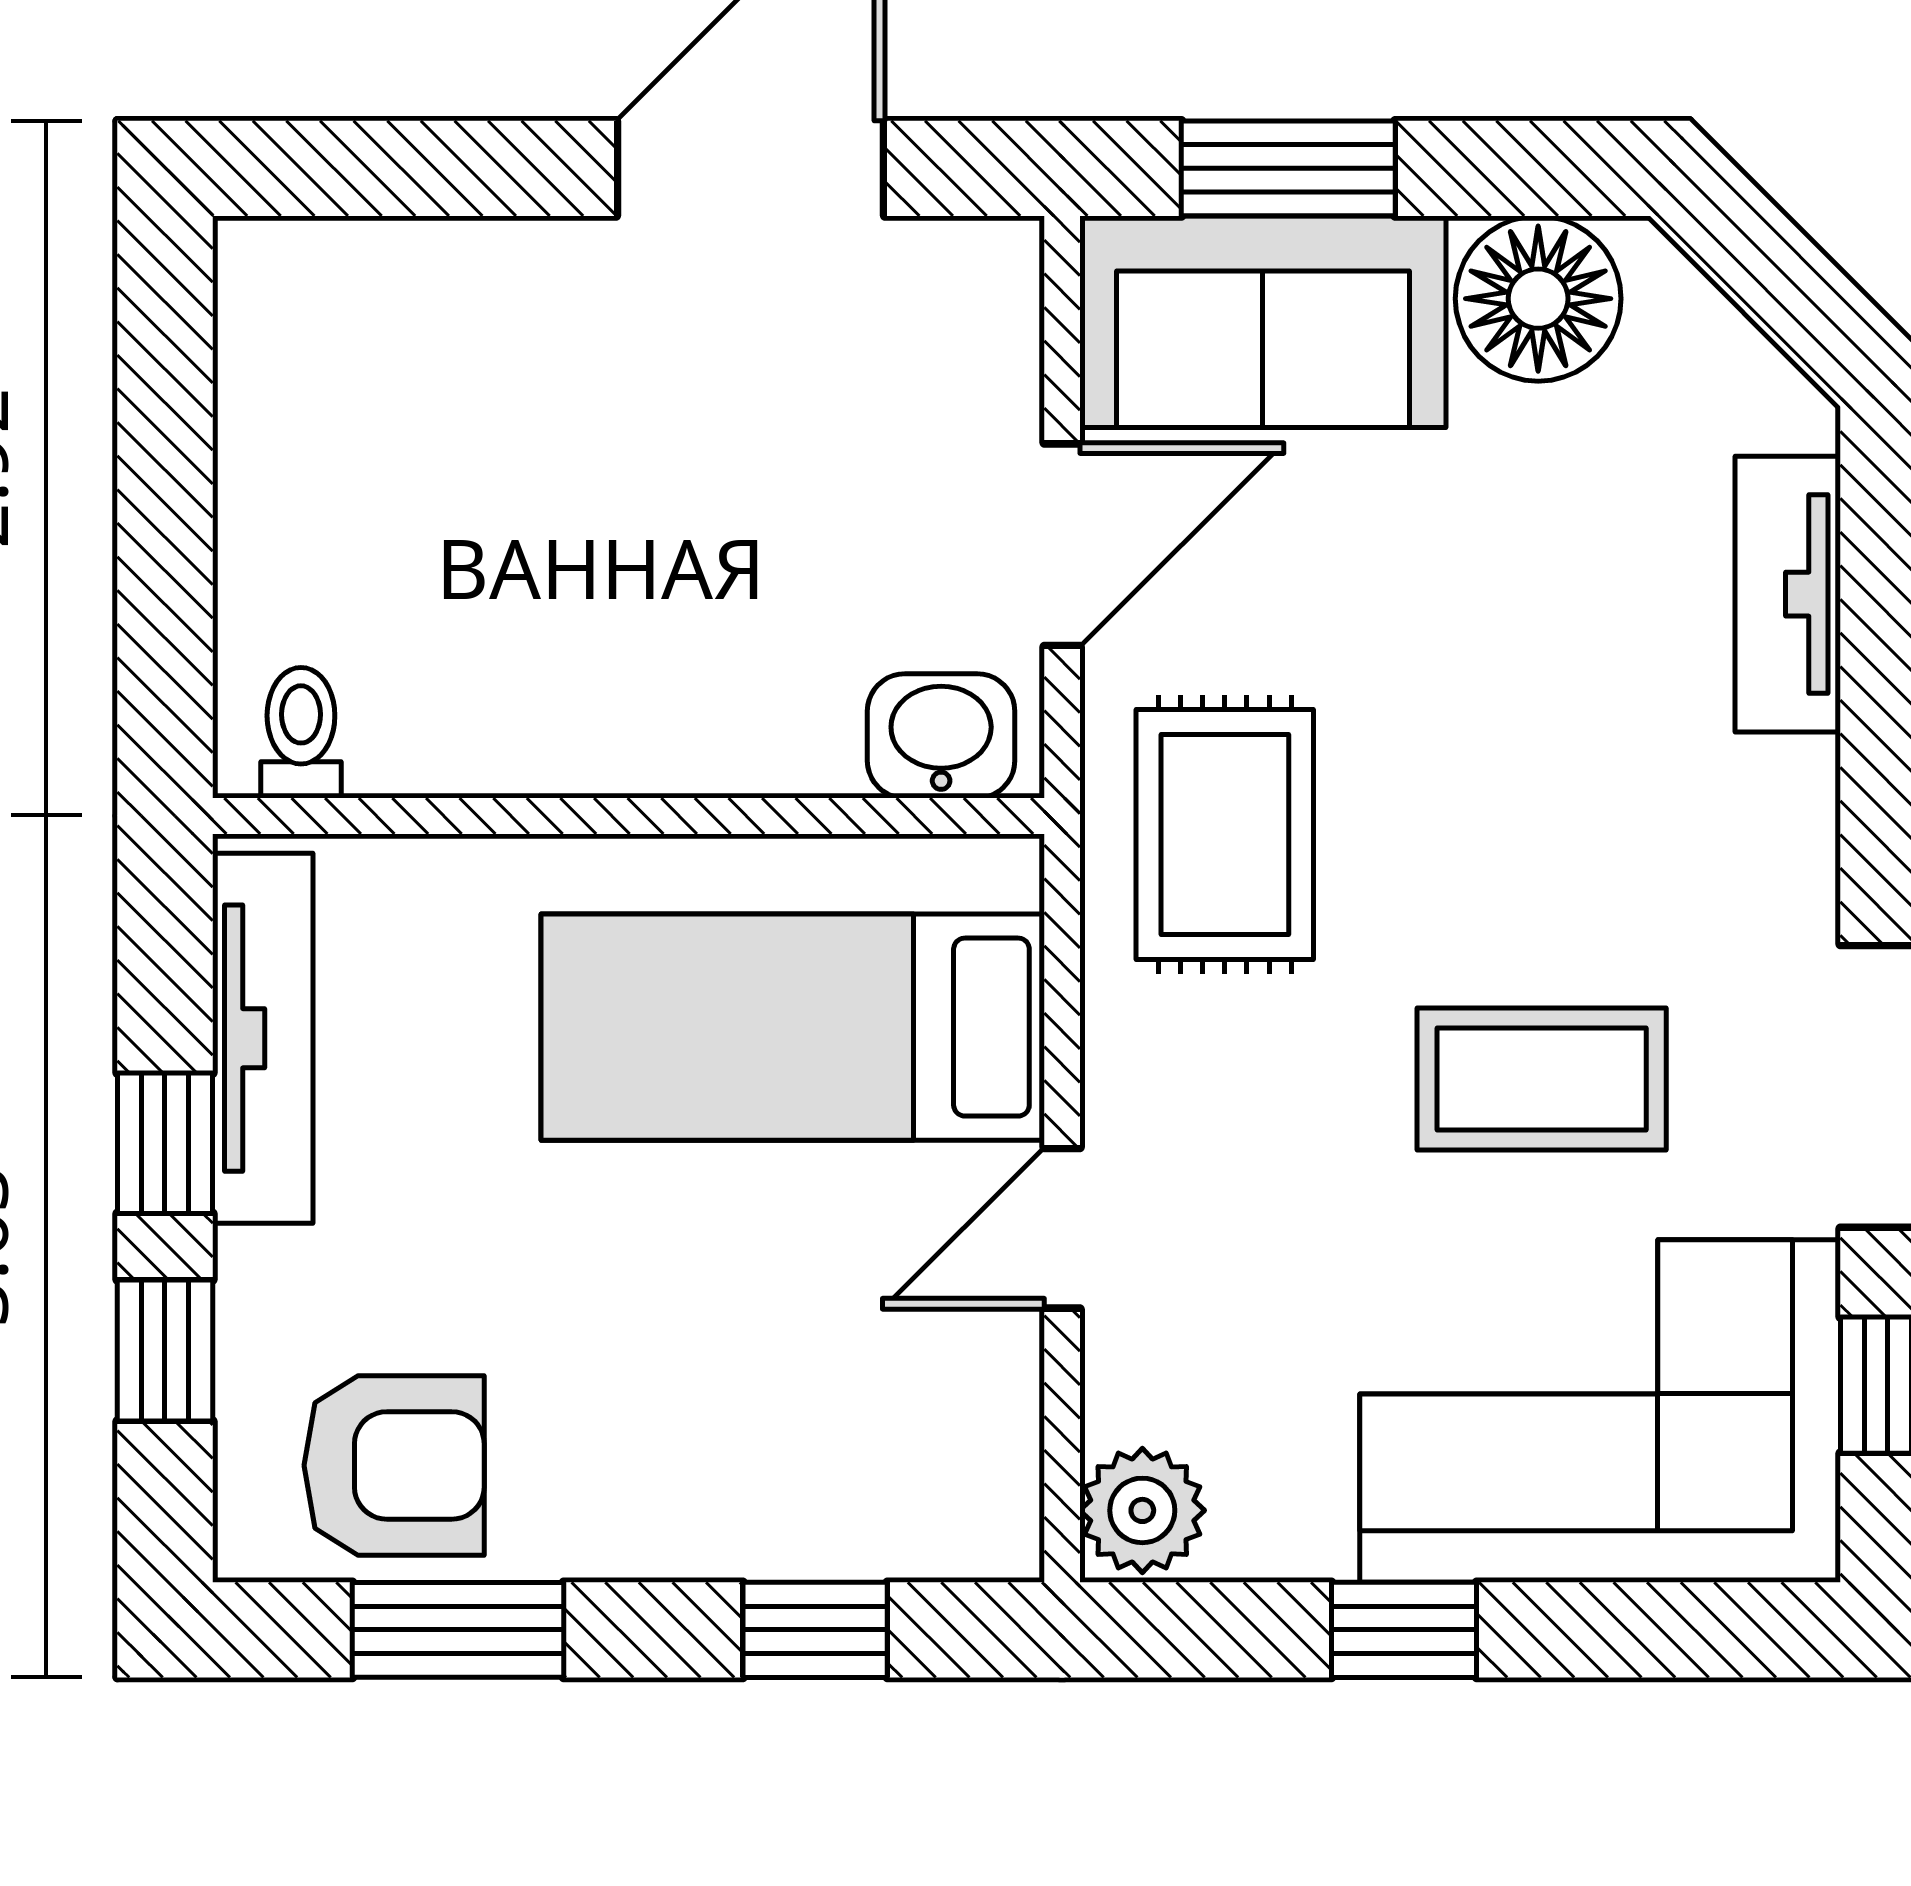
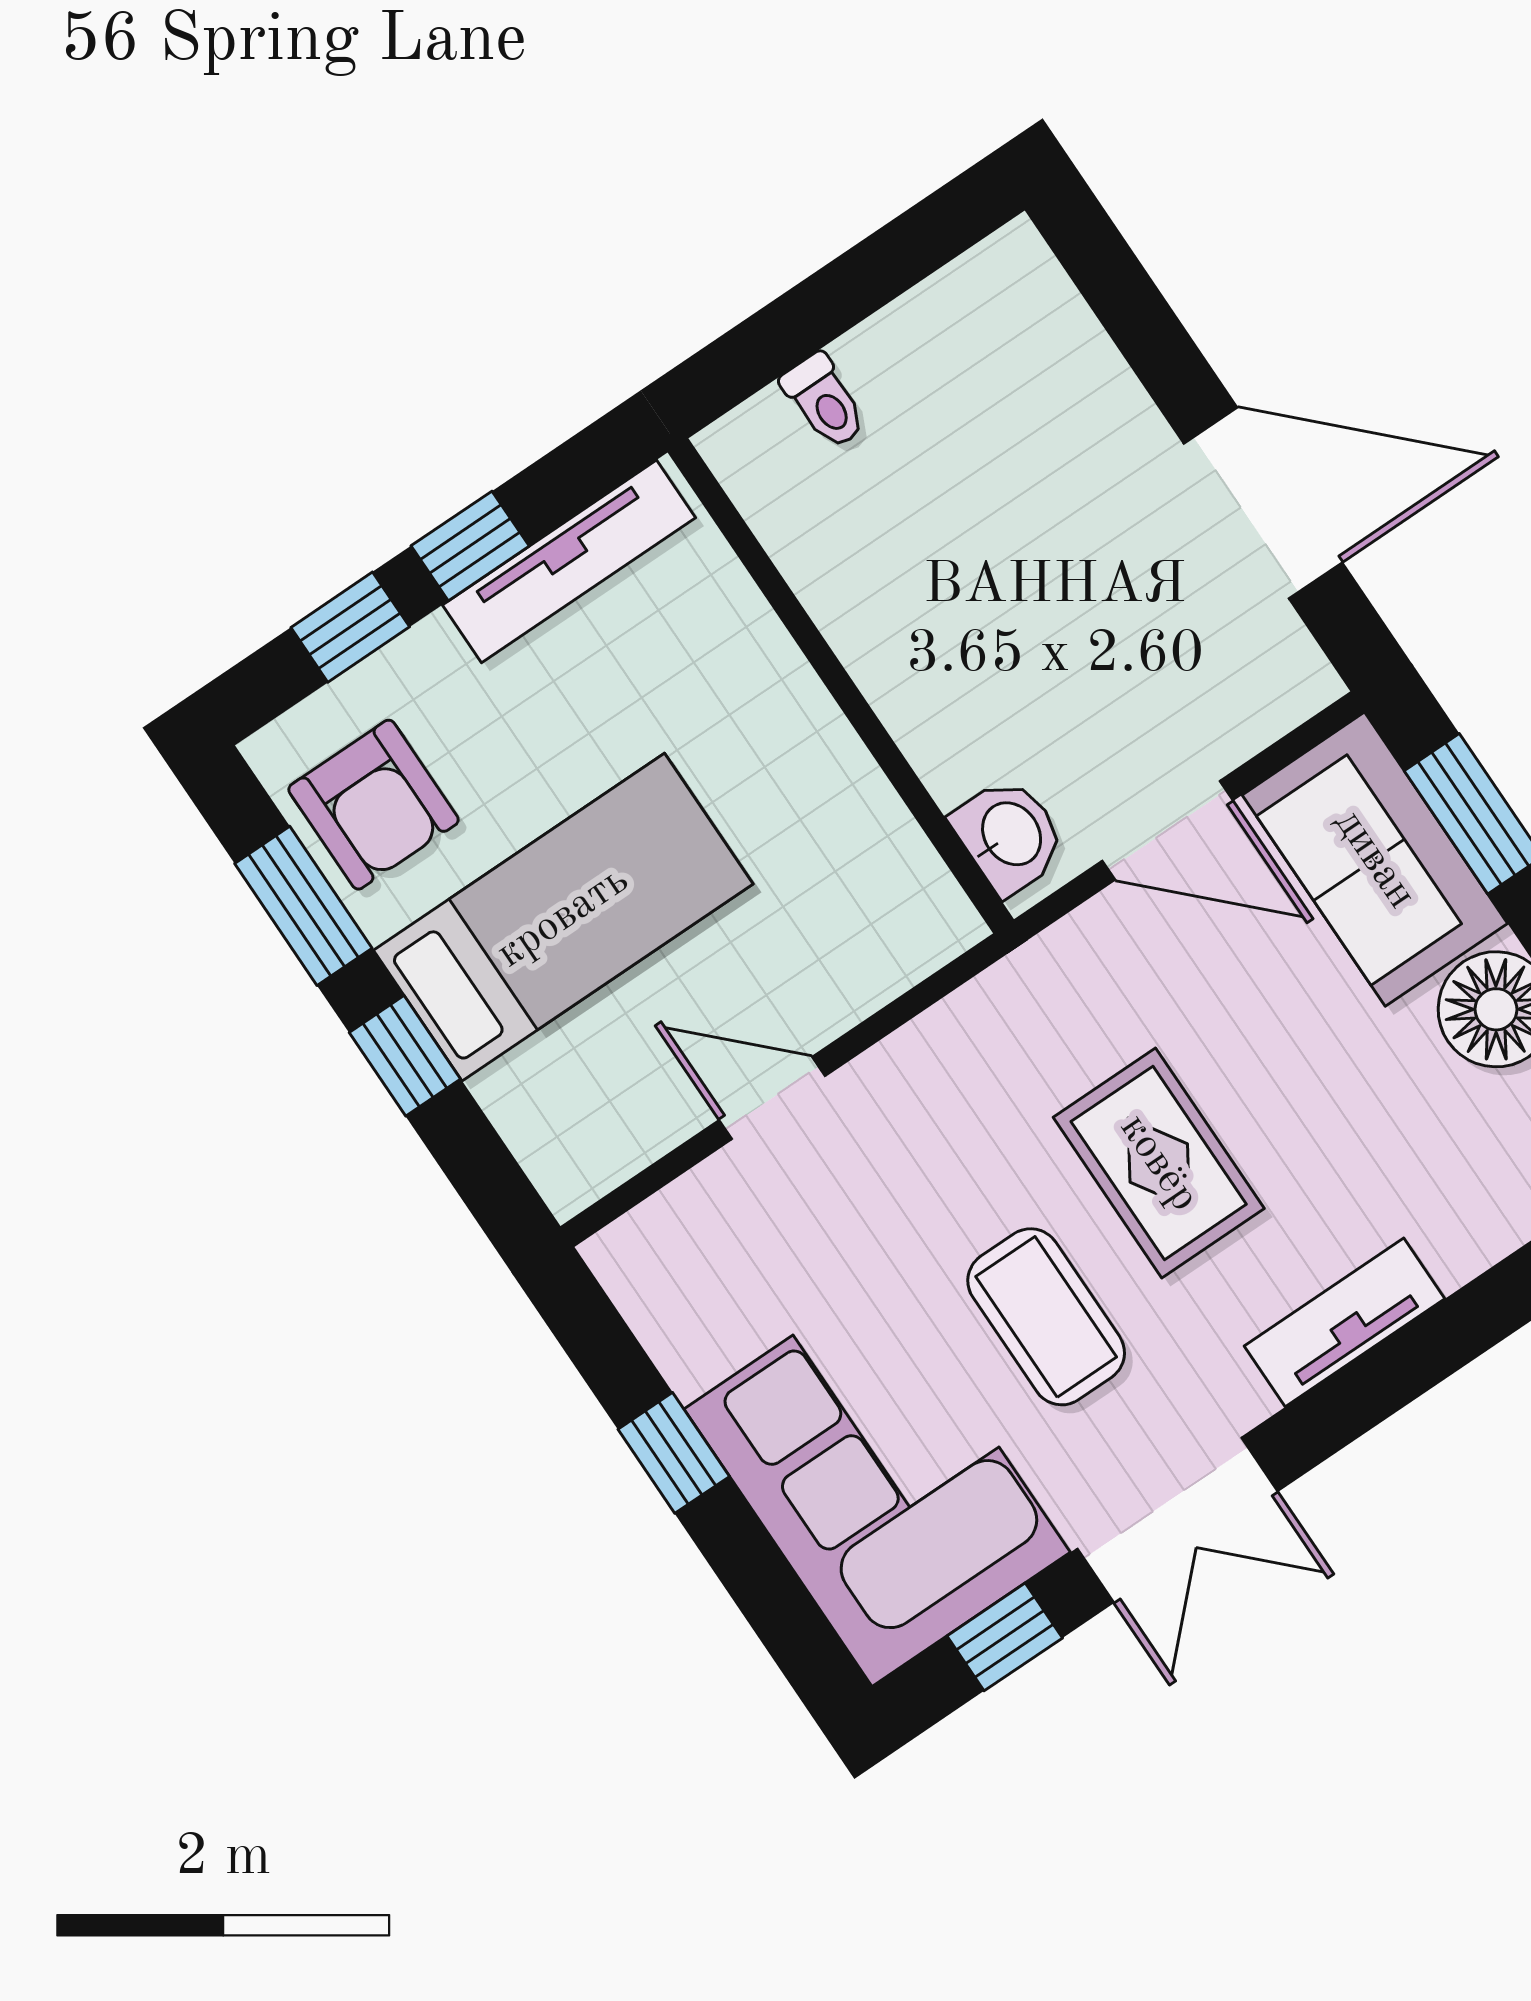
tv unit: (1788, 594) -> (1344, 1322), moved
toilet: (301, 733) -> (824, 401), moved, turned 90
rug: (1225, 835) -> (1159, 1163), moved, turned 90
bed: (793, 1027) -> (563, 917), moved, turned 90
plant: (1142, 1510) -> (640, 1255), removed
window: (815, 1630) -> (405, 1056), moved

